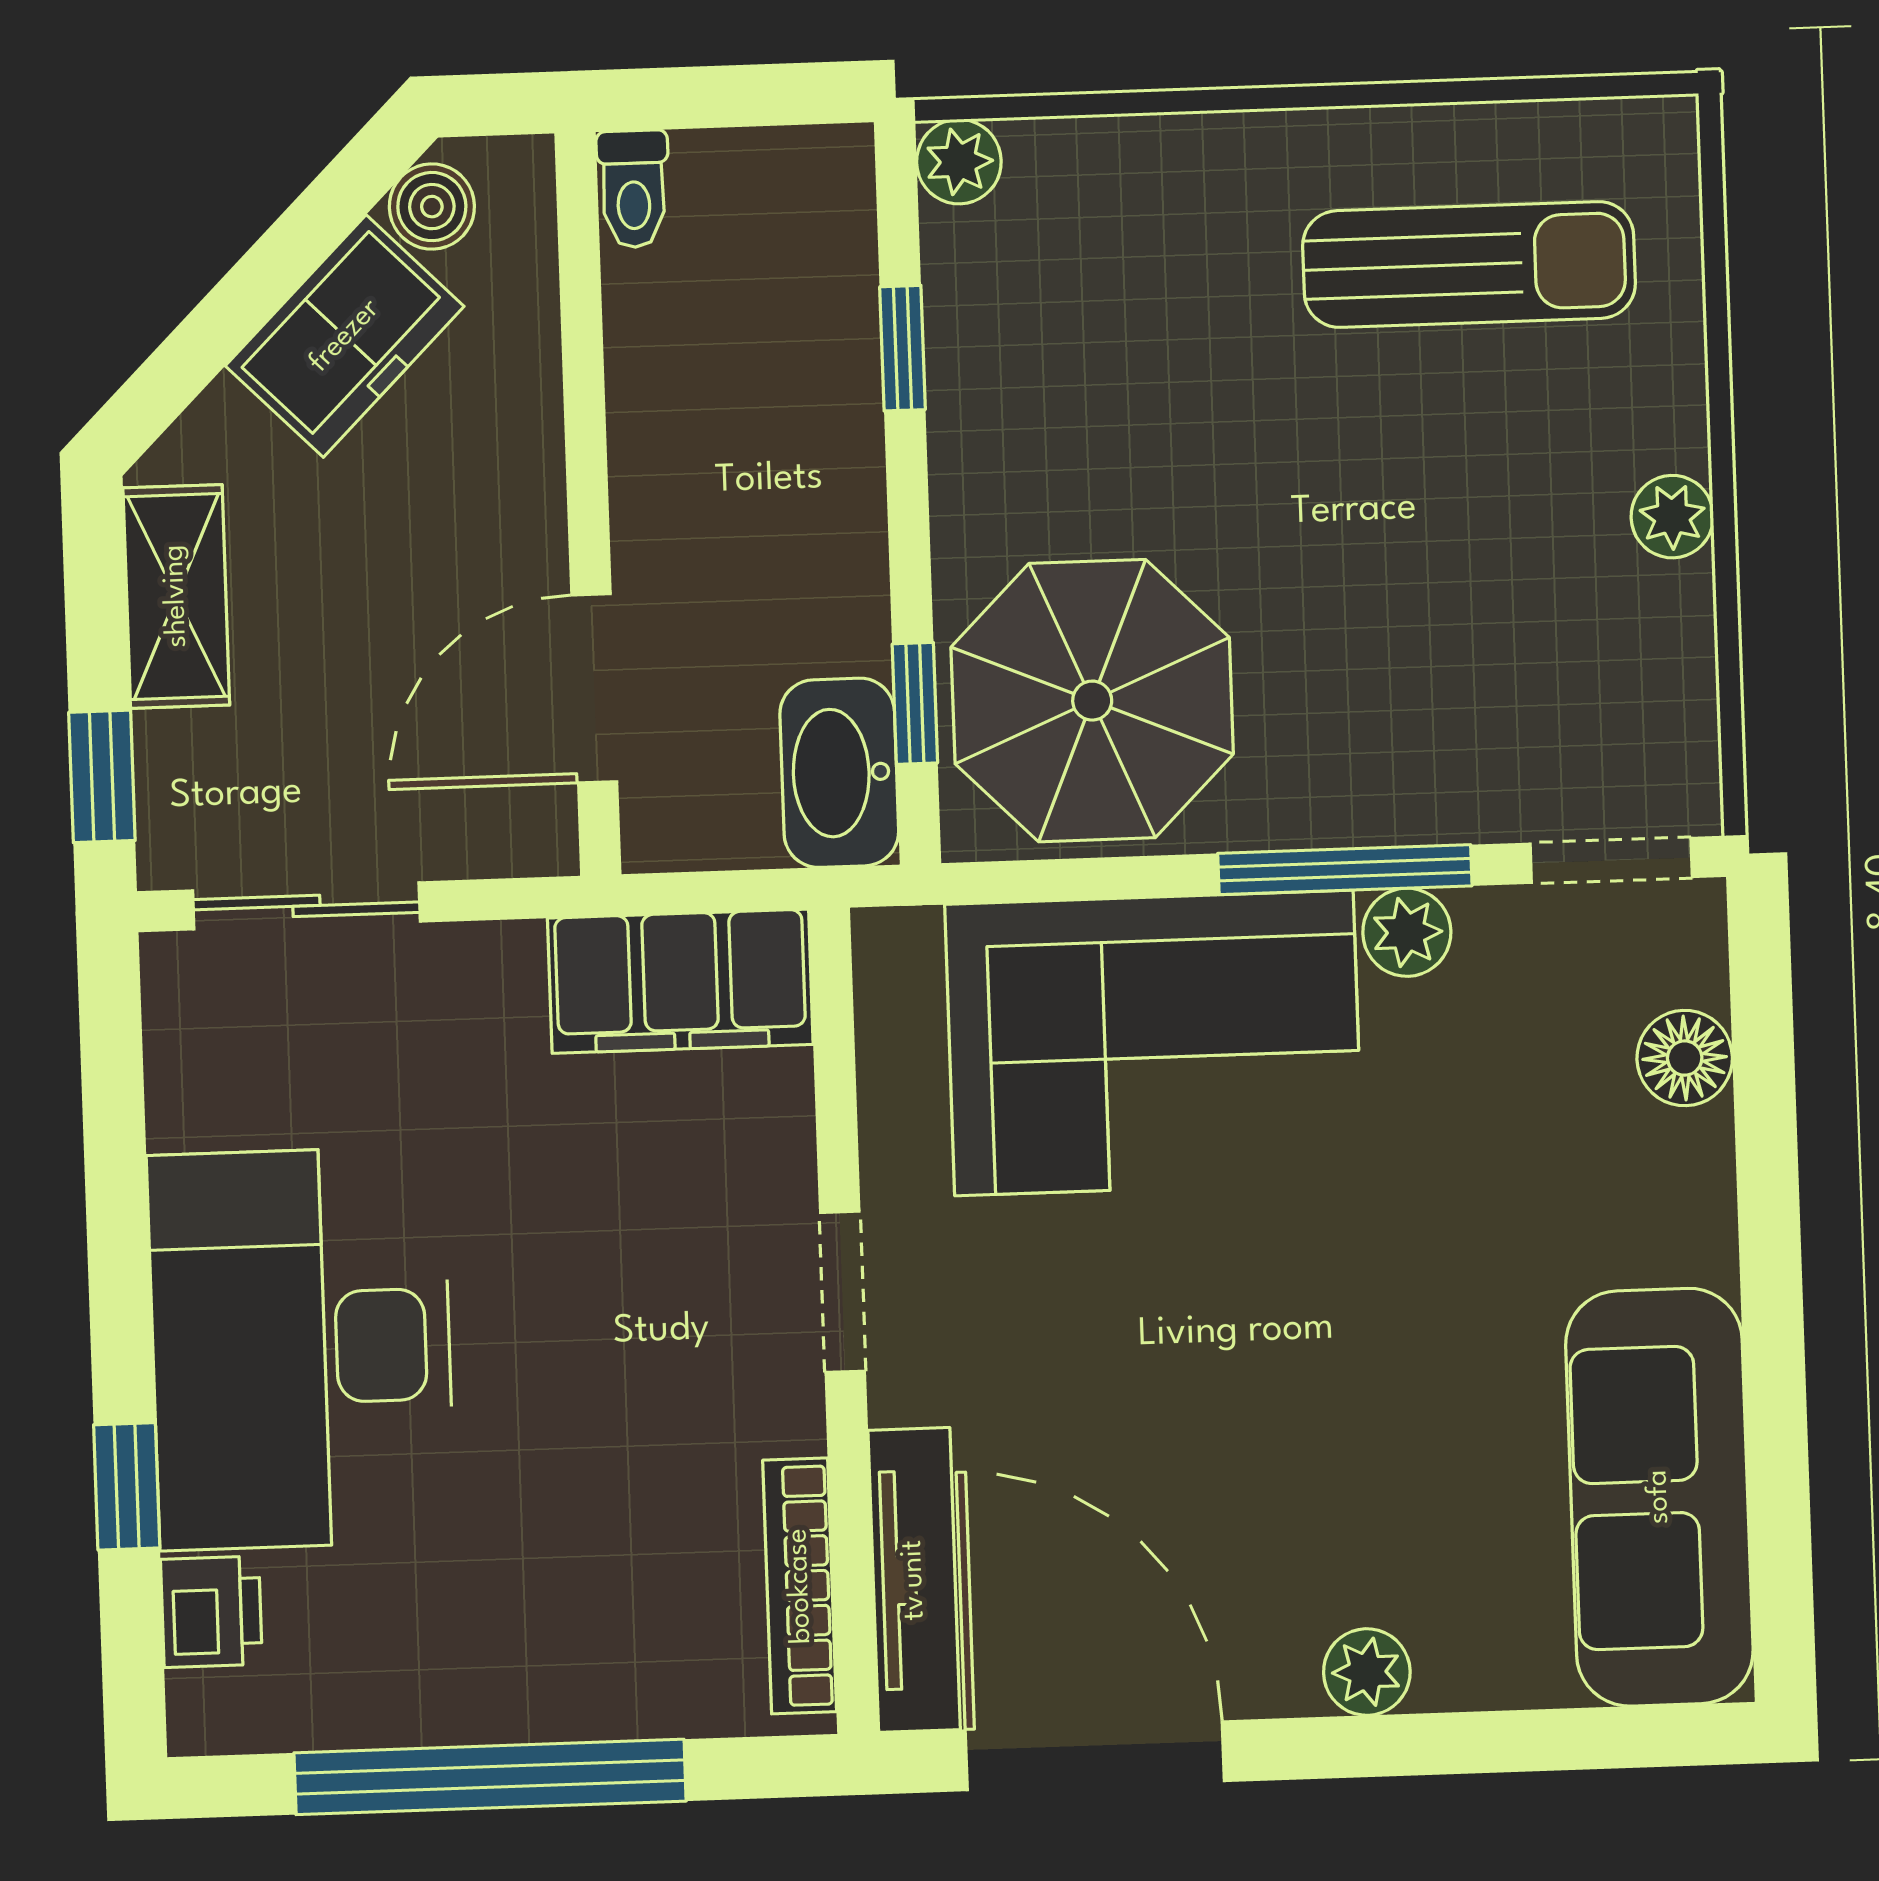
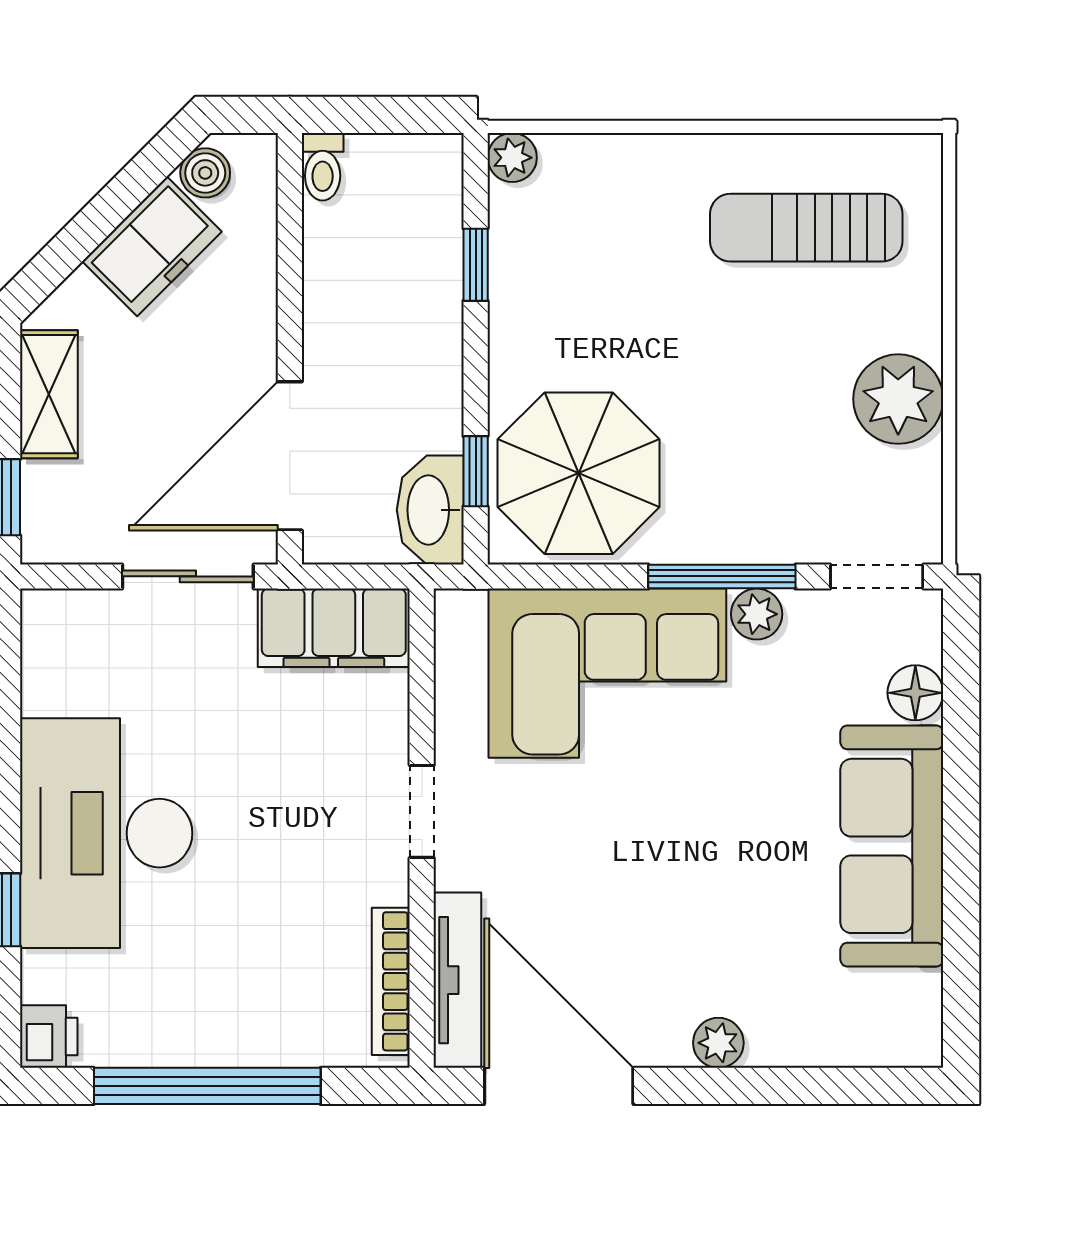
sun lounger: (1469, 264) -> (806, 228), turned 180
plant: (1672, 517) -> (898, 399), width x1.87, depth x1.87
door: (594, 688) -> (290, 456), width x1.36
sliding door: (306, 906) -> (188, 576), moved
sofa: (1659, 1497) -> (892, 846), moved
printer: (211, 1612) -> (49, 1037), moved

